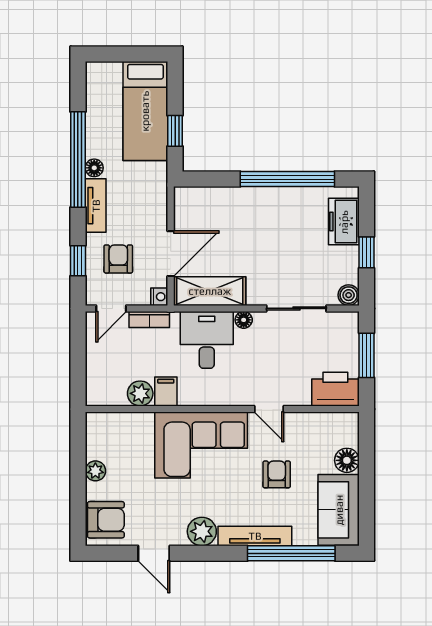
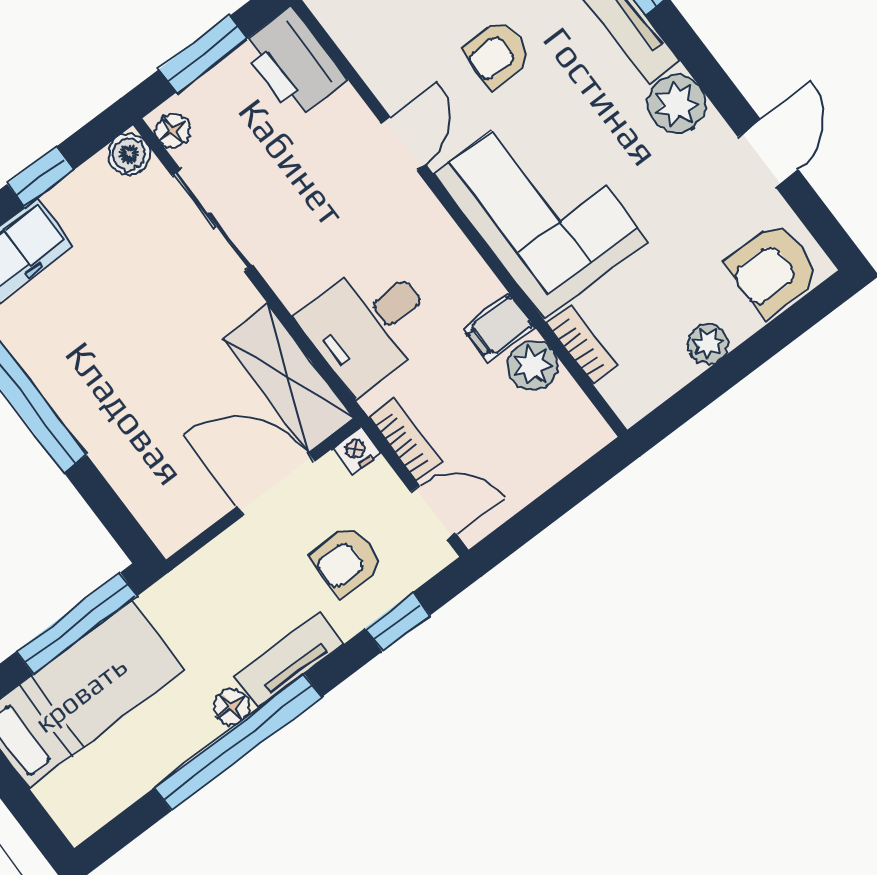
window: (175, 131) -> (77, 624), width x2.17
floor lamp: (244, 320) -> (173, 131), moved
bookcase: (134, 420) -> (582, 345), added
armchair: (106, 520) -> (773, 269), turned -90

